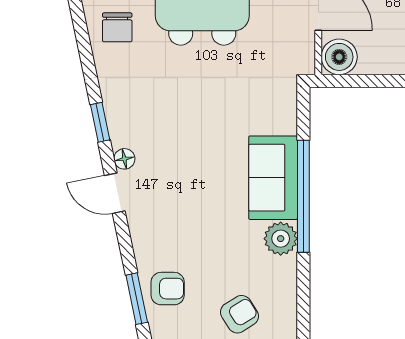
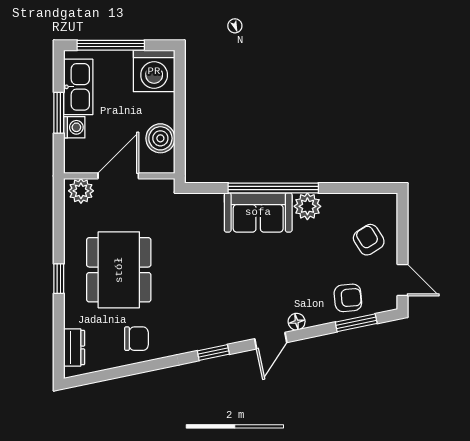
boiler: (339, 57) -> (160, 138), moved
floor lamp: (124, 159) -> (297, 322), moved
armchair: (168, 289) -> (348, 298), turned 85

